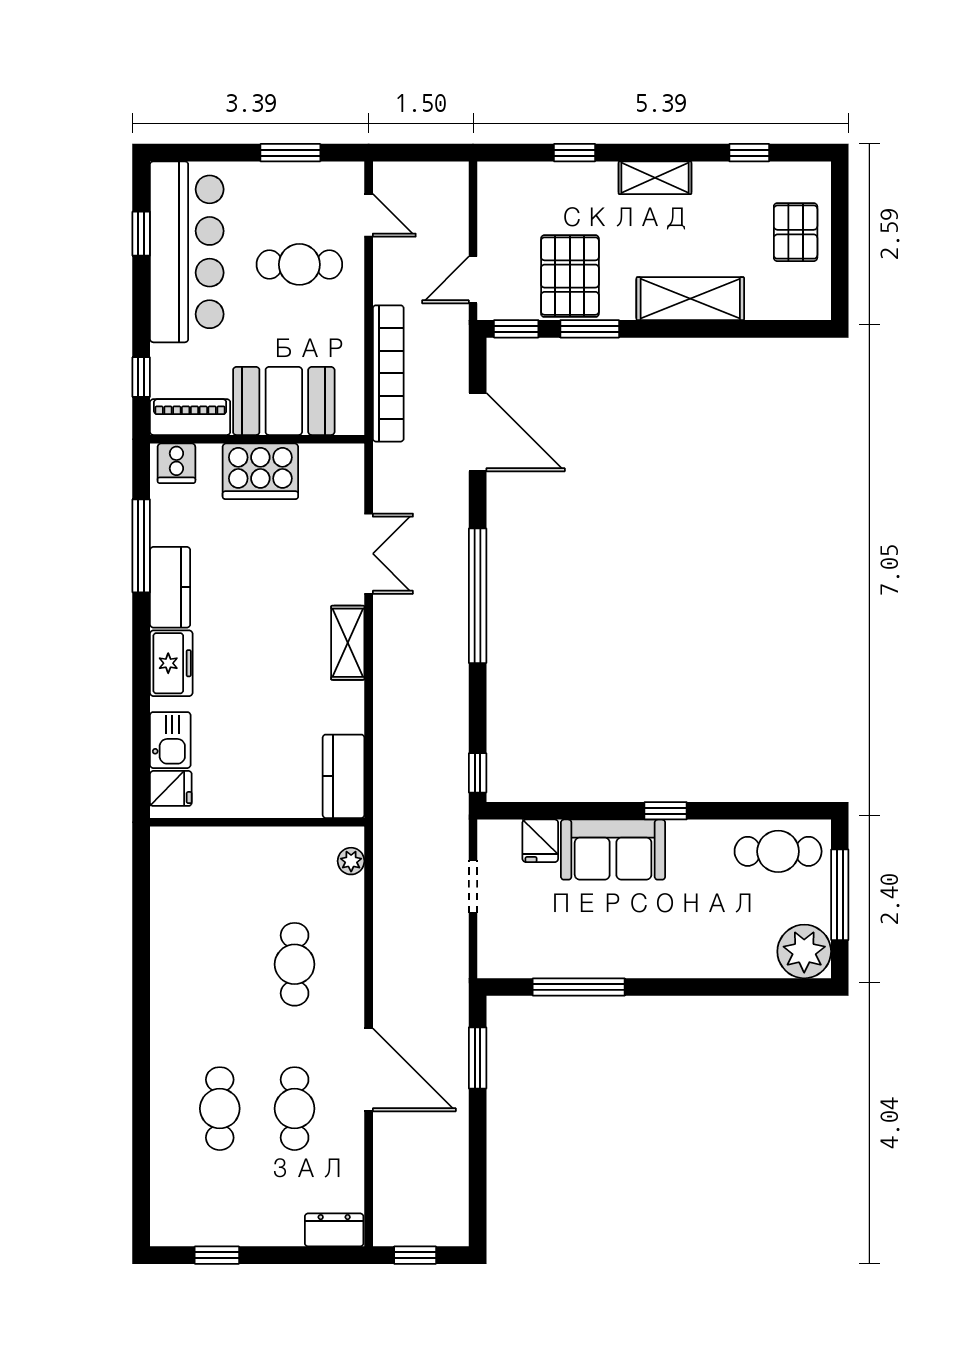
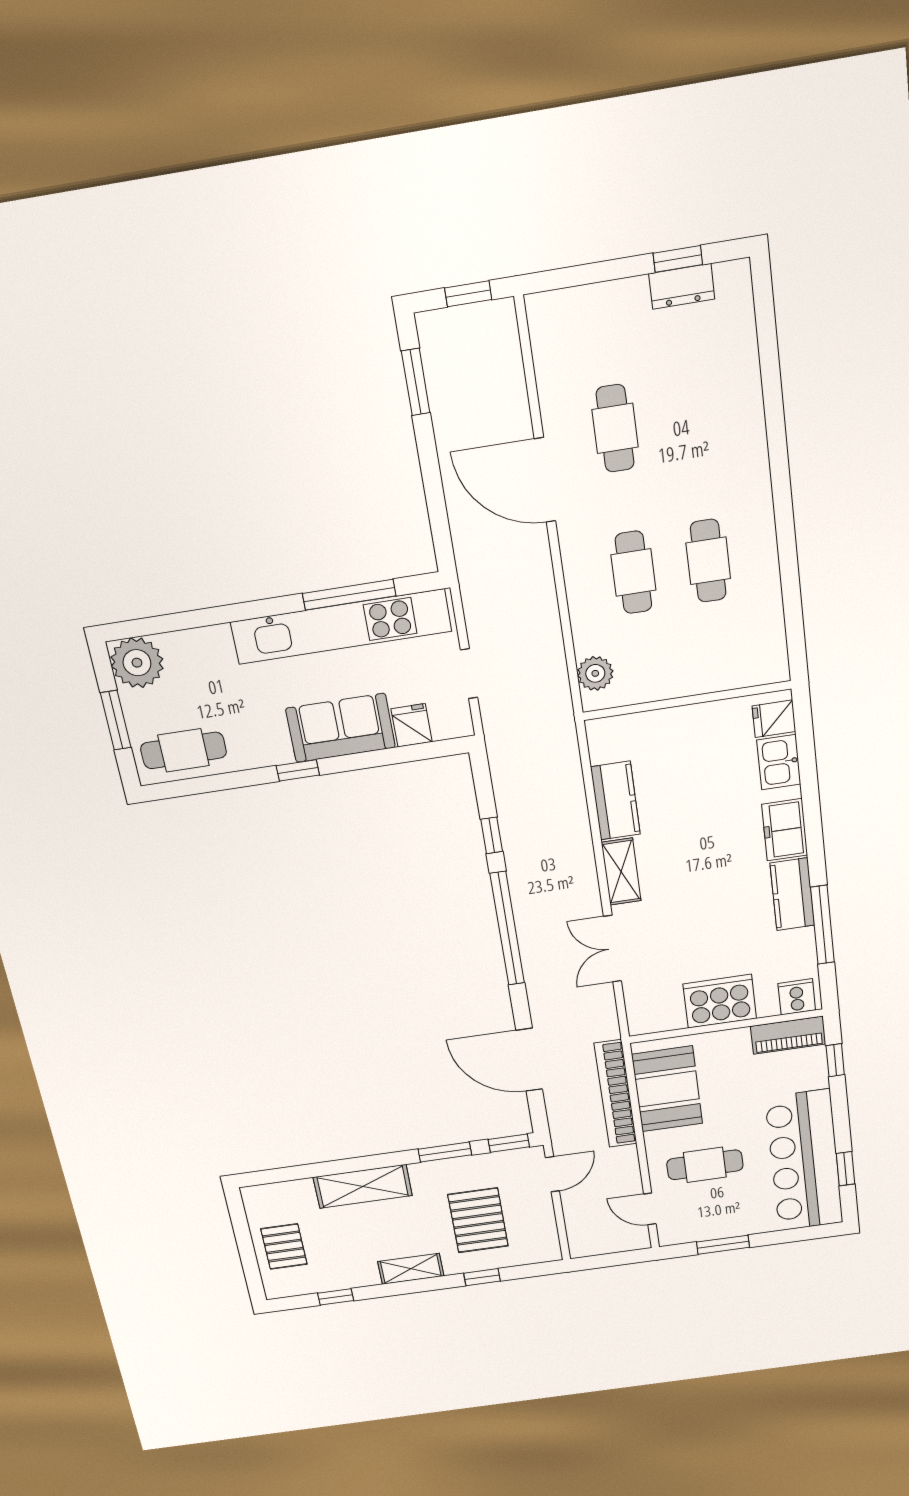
pallet: (570, 276) -> (478, 1220), moved
booth: (284, 401) -> (667, 1089), moved, turned 90
window: (478, 773) -> (492, 835), moved
kitchen counter: (344, 776) -> (615, 801), moved
plant: (351, 861) -> (595, 673), width x1.38, depth x1.38
window: (840, 895) -> (116, 720), width x0.69
kitchen unit: (593, 956) -> (341, 627), added
window: (478, 1058) -> (416, 382), moved
cafe table: (220, 1109) -> (708, 561), moved
dresser: (334, 1230) -> (682, 286), moved

